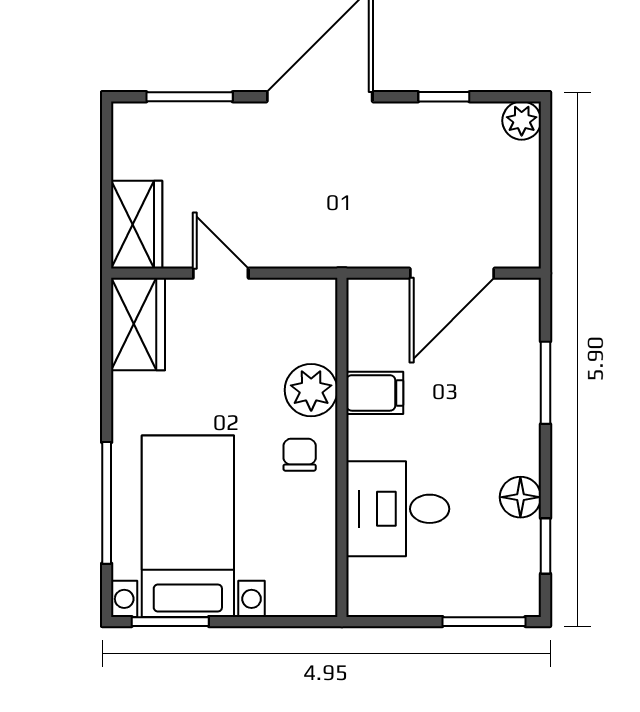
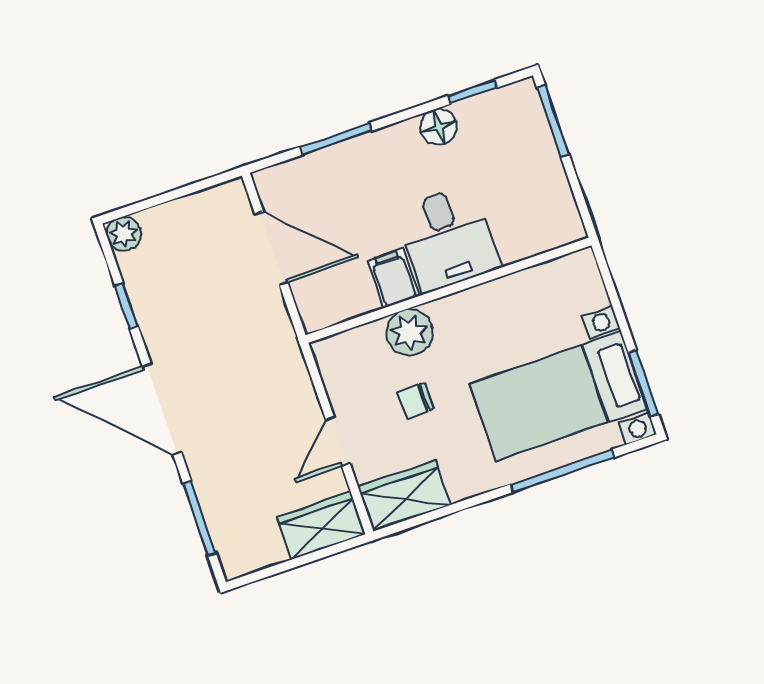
chair: (300, 455) -> (416, 401), moved
desk: (398, 509) -> (448, 238), moved

